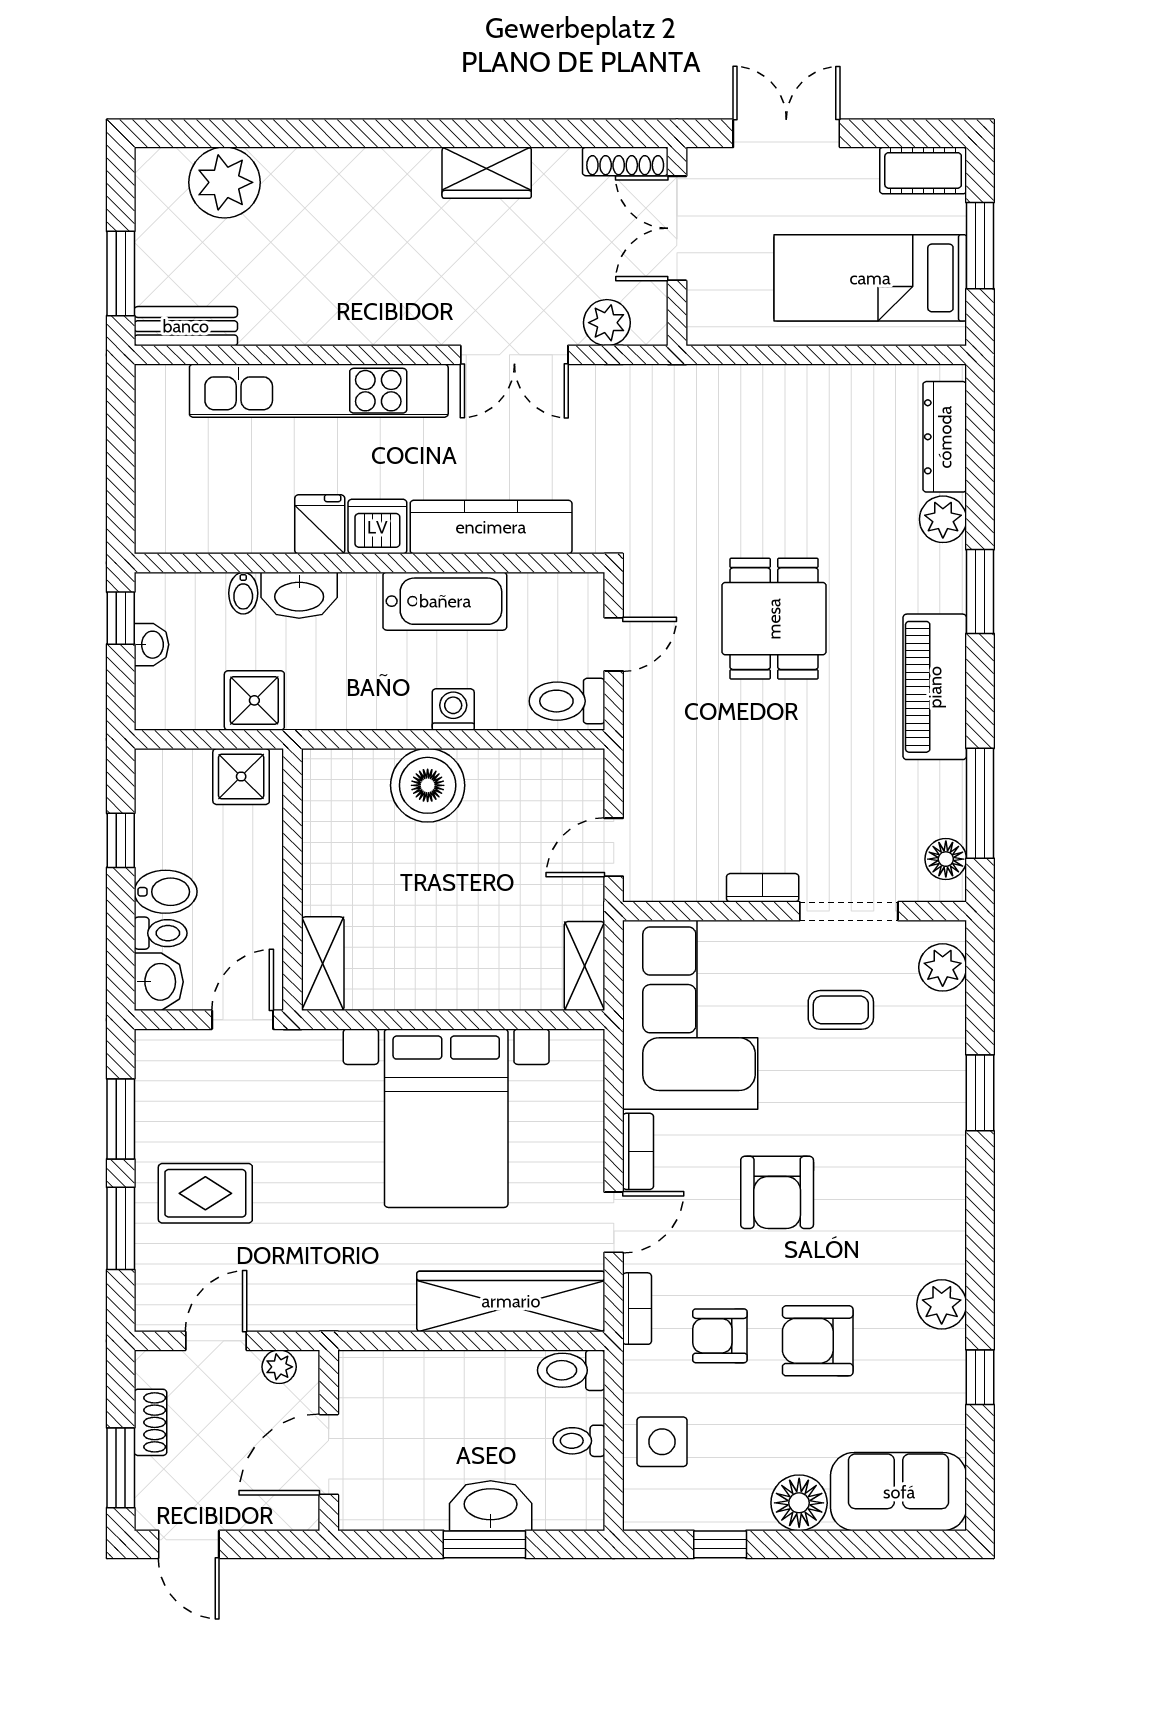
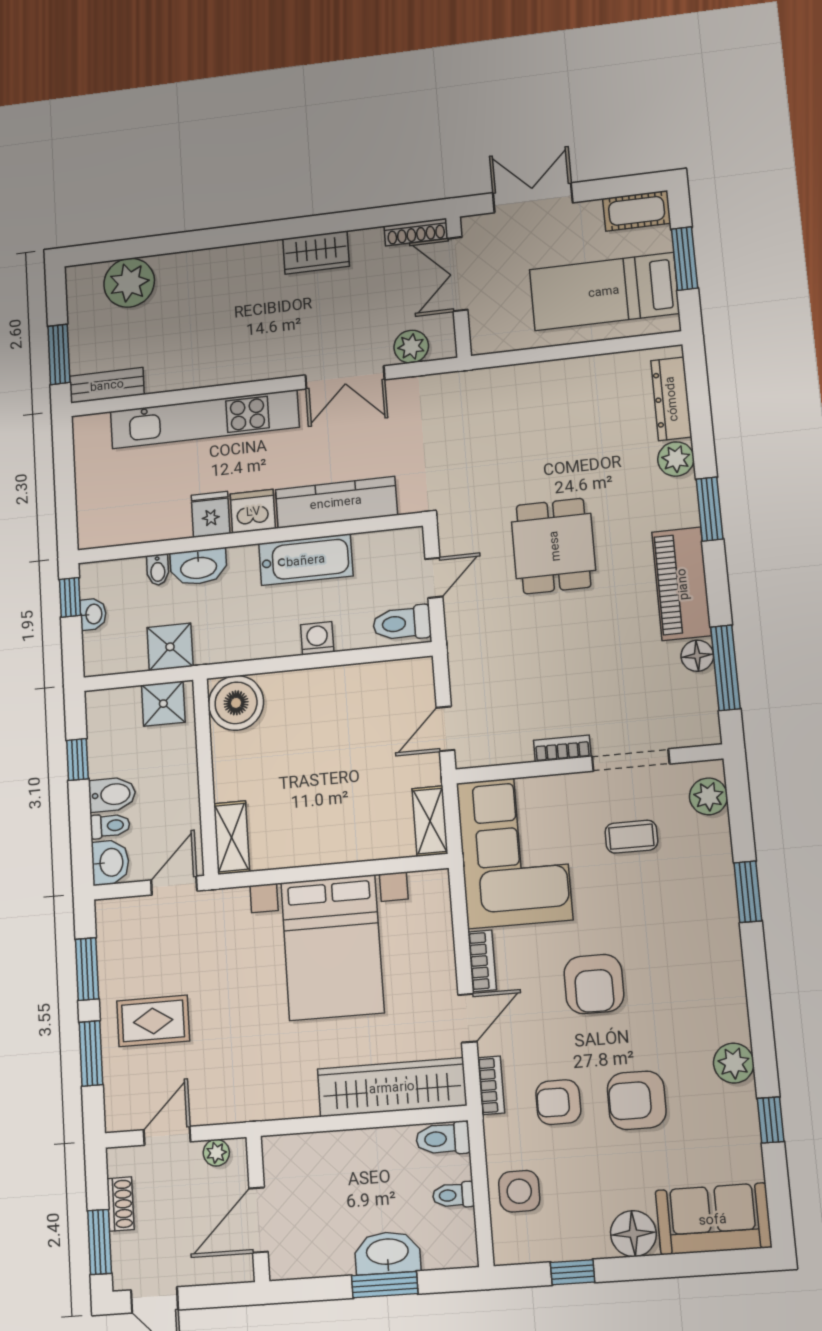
boiler: (428, 785) -> (236, 703), moved
floor lamp: (946, 859) -> (697, 656), moved

